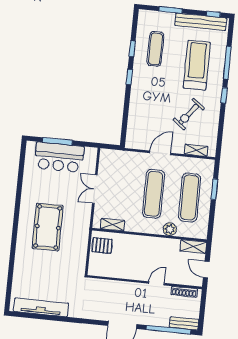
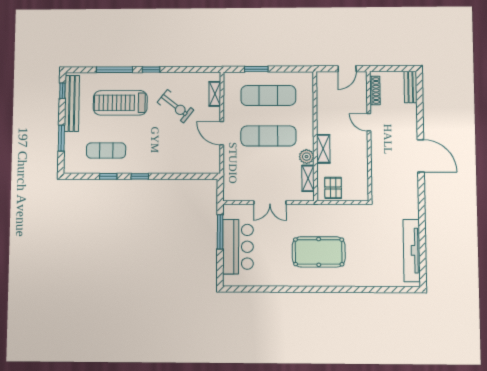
window: (57, 141) -> (220, 232), moved
plant: (170, 229) -> (307, 157), moved
shelving: (193, 246) -> (323, 149), moved
window: (168, 330) -> (420, 104), removed

